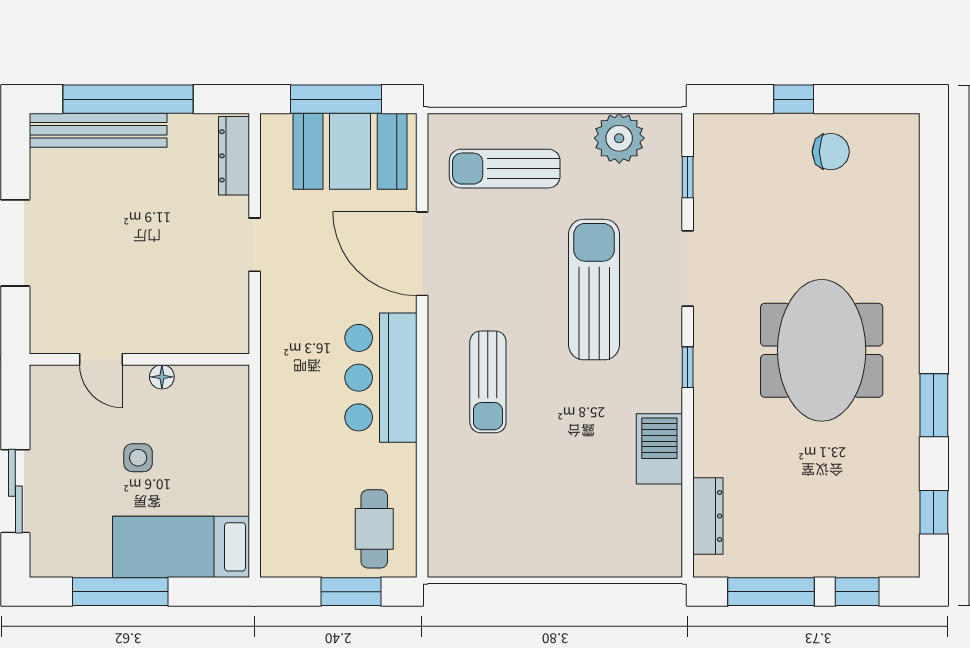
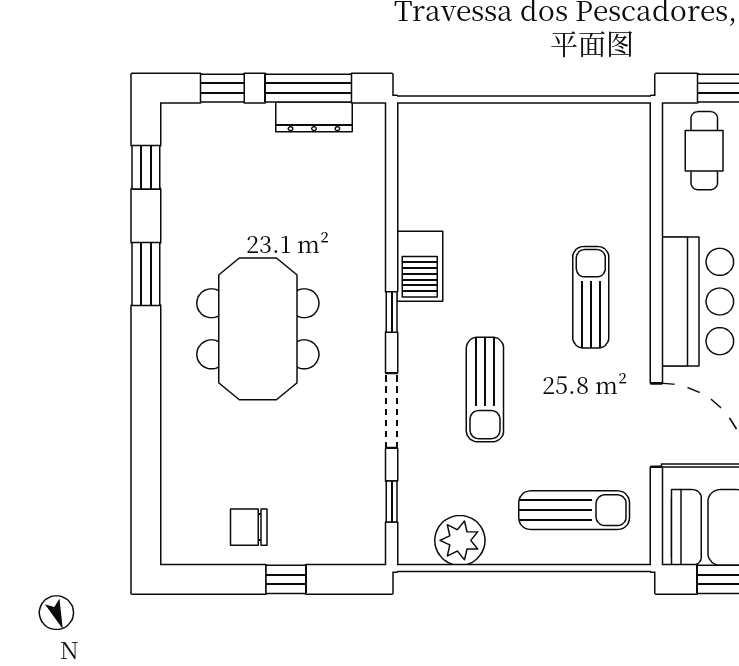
sun lounger: (594, 290) -> (485, 389), width x0.73, depth x0.75
barbecue: (659, 449) -> (420, 266), moved
dresser: (708, 516) -> (314, 117), moved, turned -90

